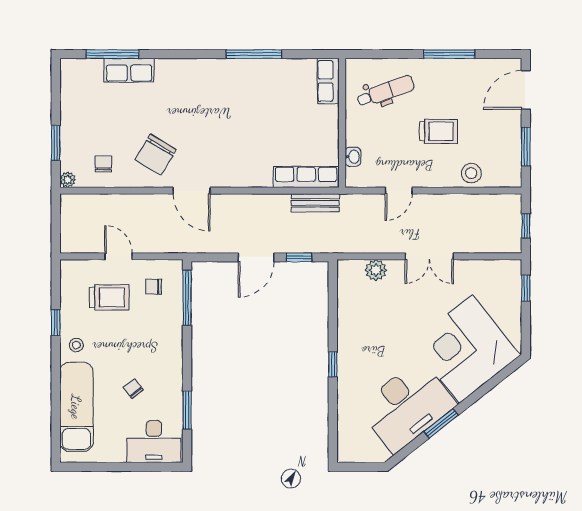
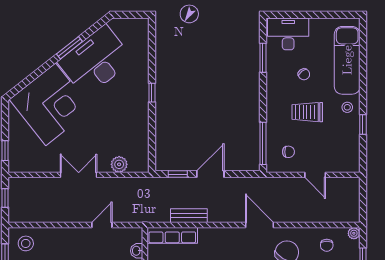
stool: (471, 173) -> (26, 243), moved
bench: (315, 203) -> (189, 216), moved
trolley: (109, 297) -> (307, 112), moved

